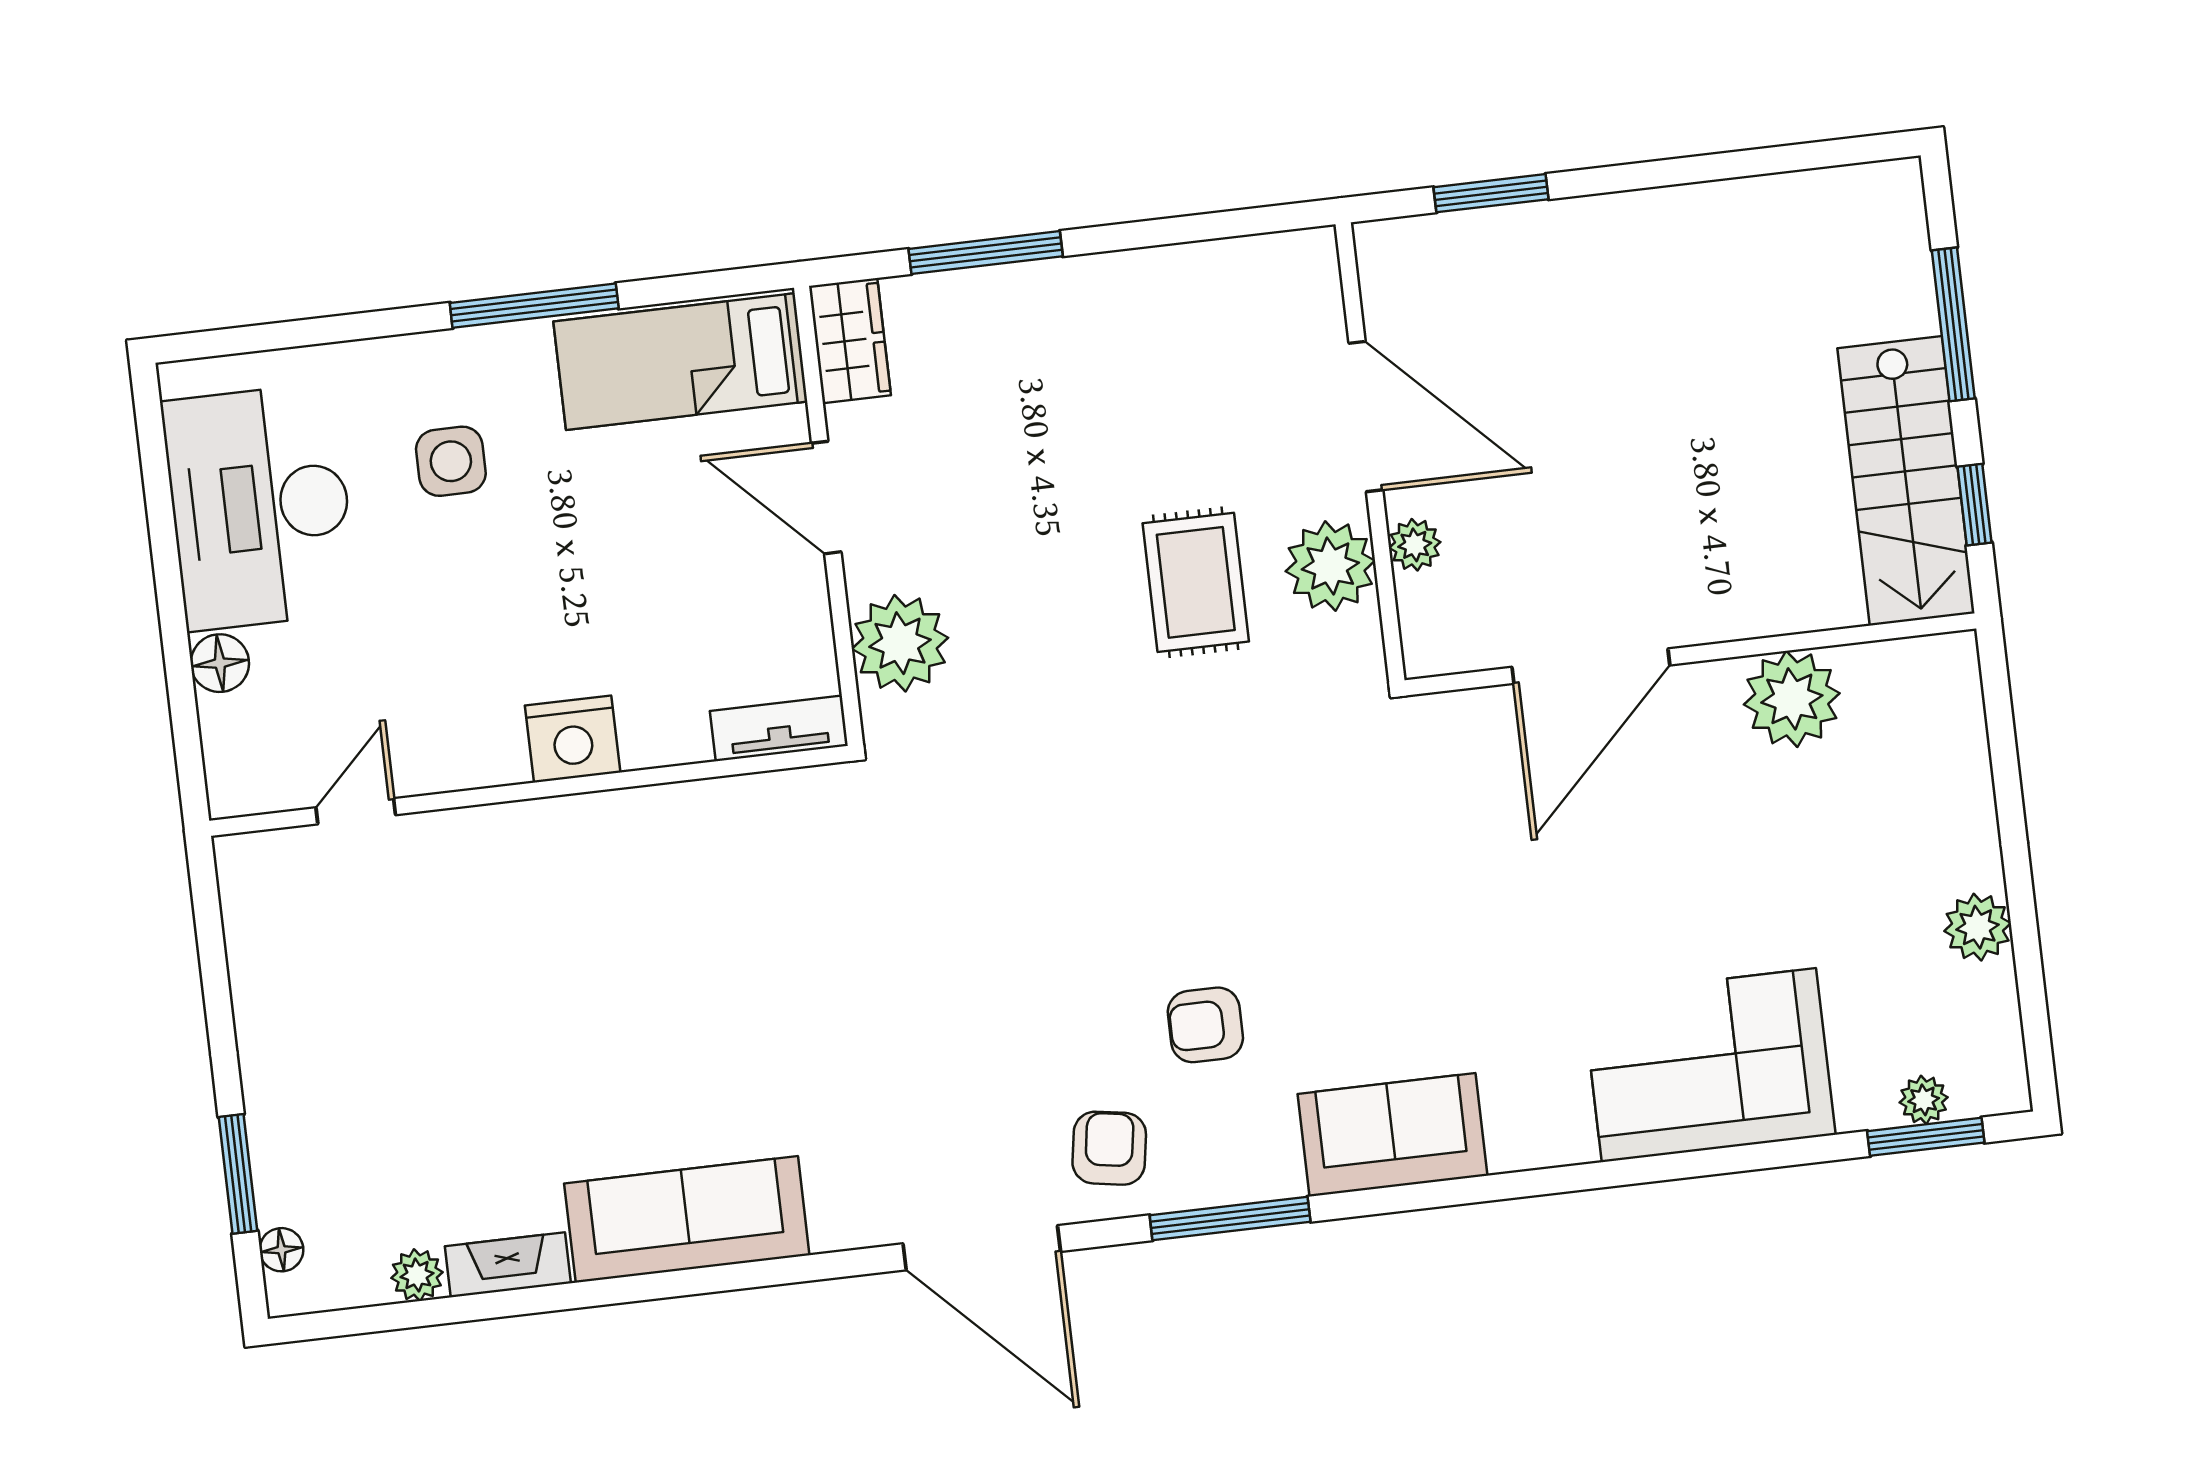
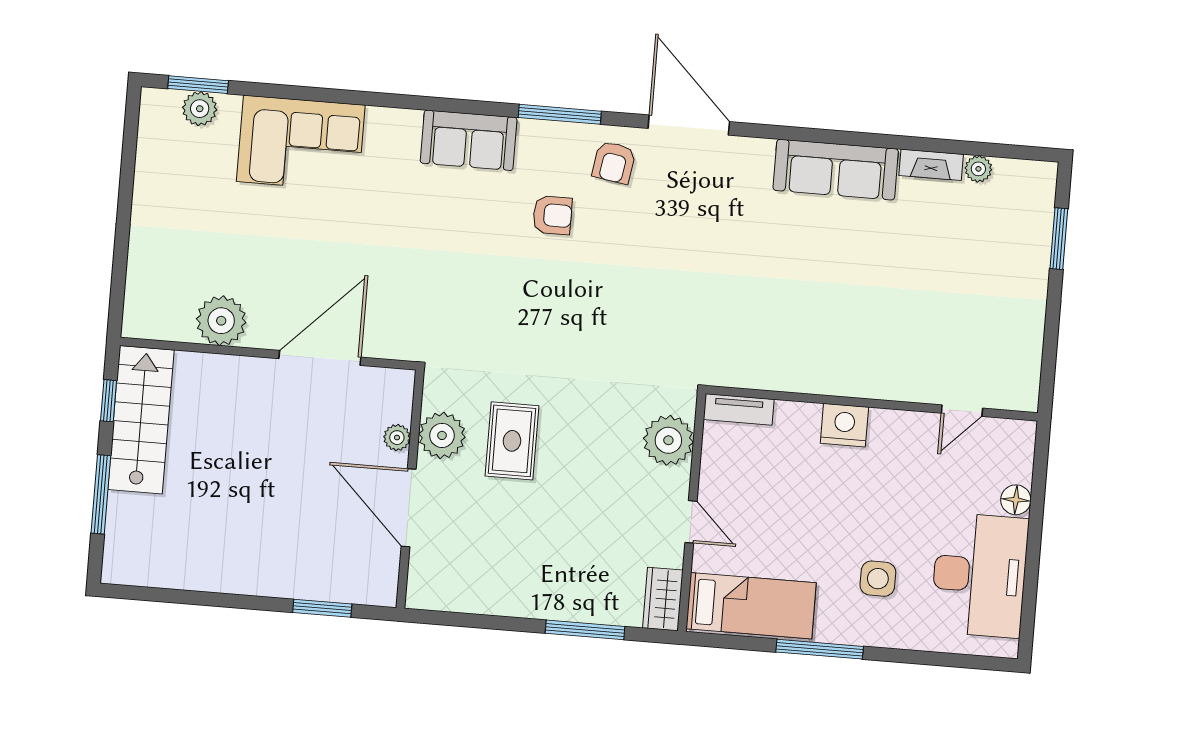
door: (826, 498) -> (691, 522), width x0.73
plant: (1978, 927) -> (150, 186), removed
plant: (1924, 1100) -> (200, 109), width x1.38, depth x1.38
floor lamp: (281, 1250) -> (1045, 196), removed

